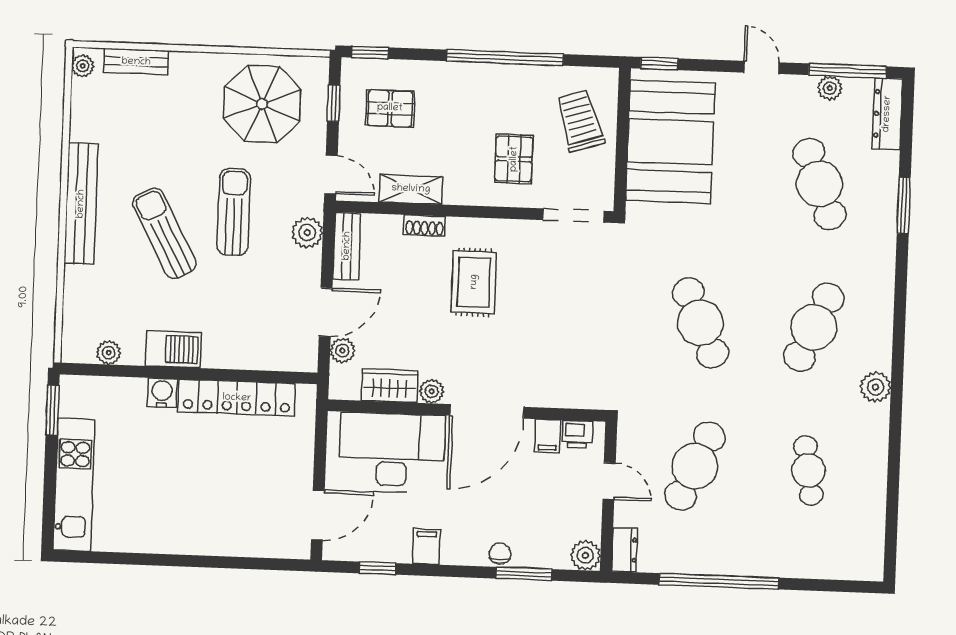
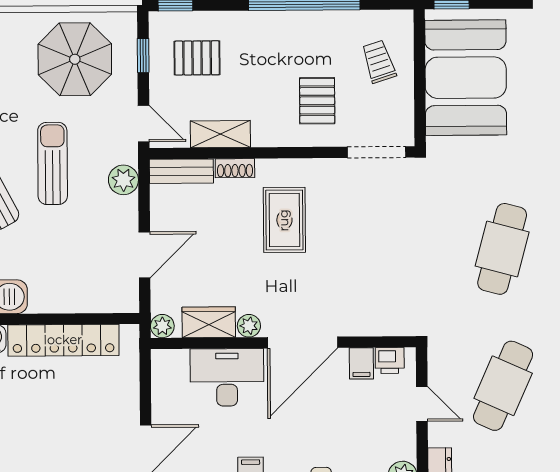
trolley: (580, 121) -> (379, 62), width x0.73, depth x0.72
bench: (347, 246) -> (181, 171), moved, turned 90
cafe table: (700, 323) -> (502, 249), turned 39
plant: (342, 351) -> (162, 326), moved
desk: (392, 453) -> (227, 377), width x0.73, depth x0.77

